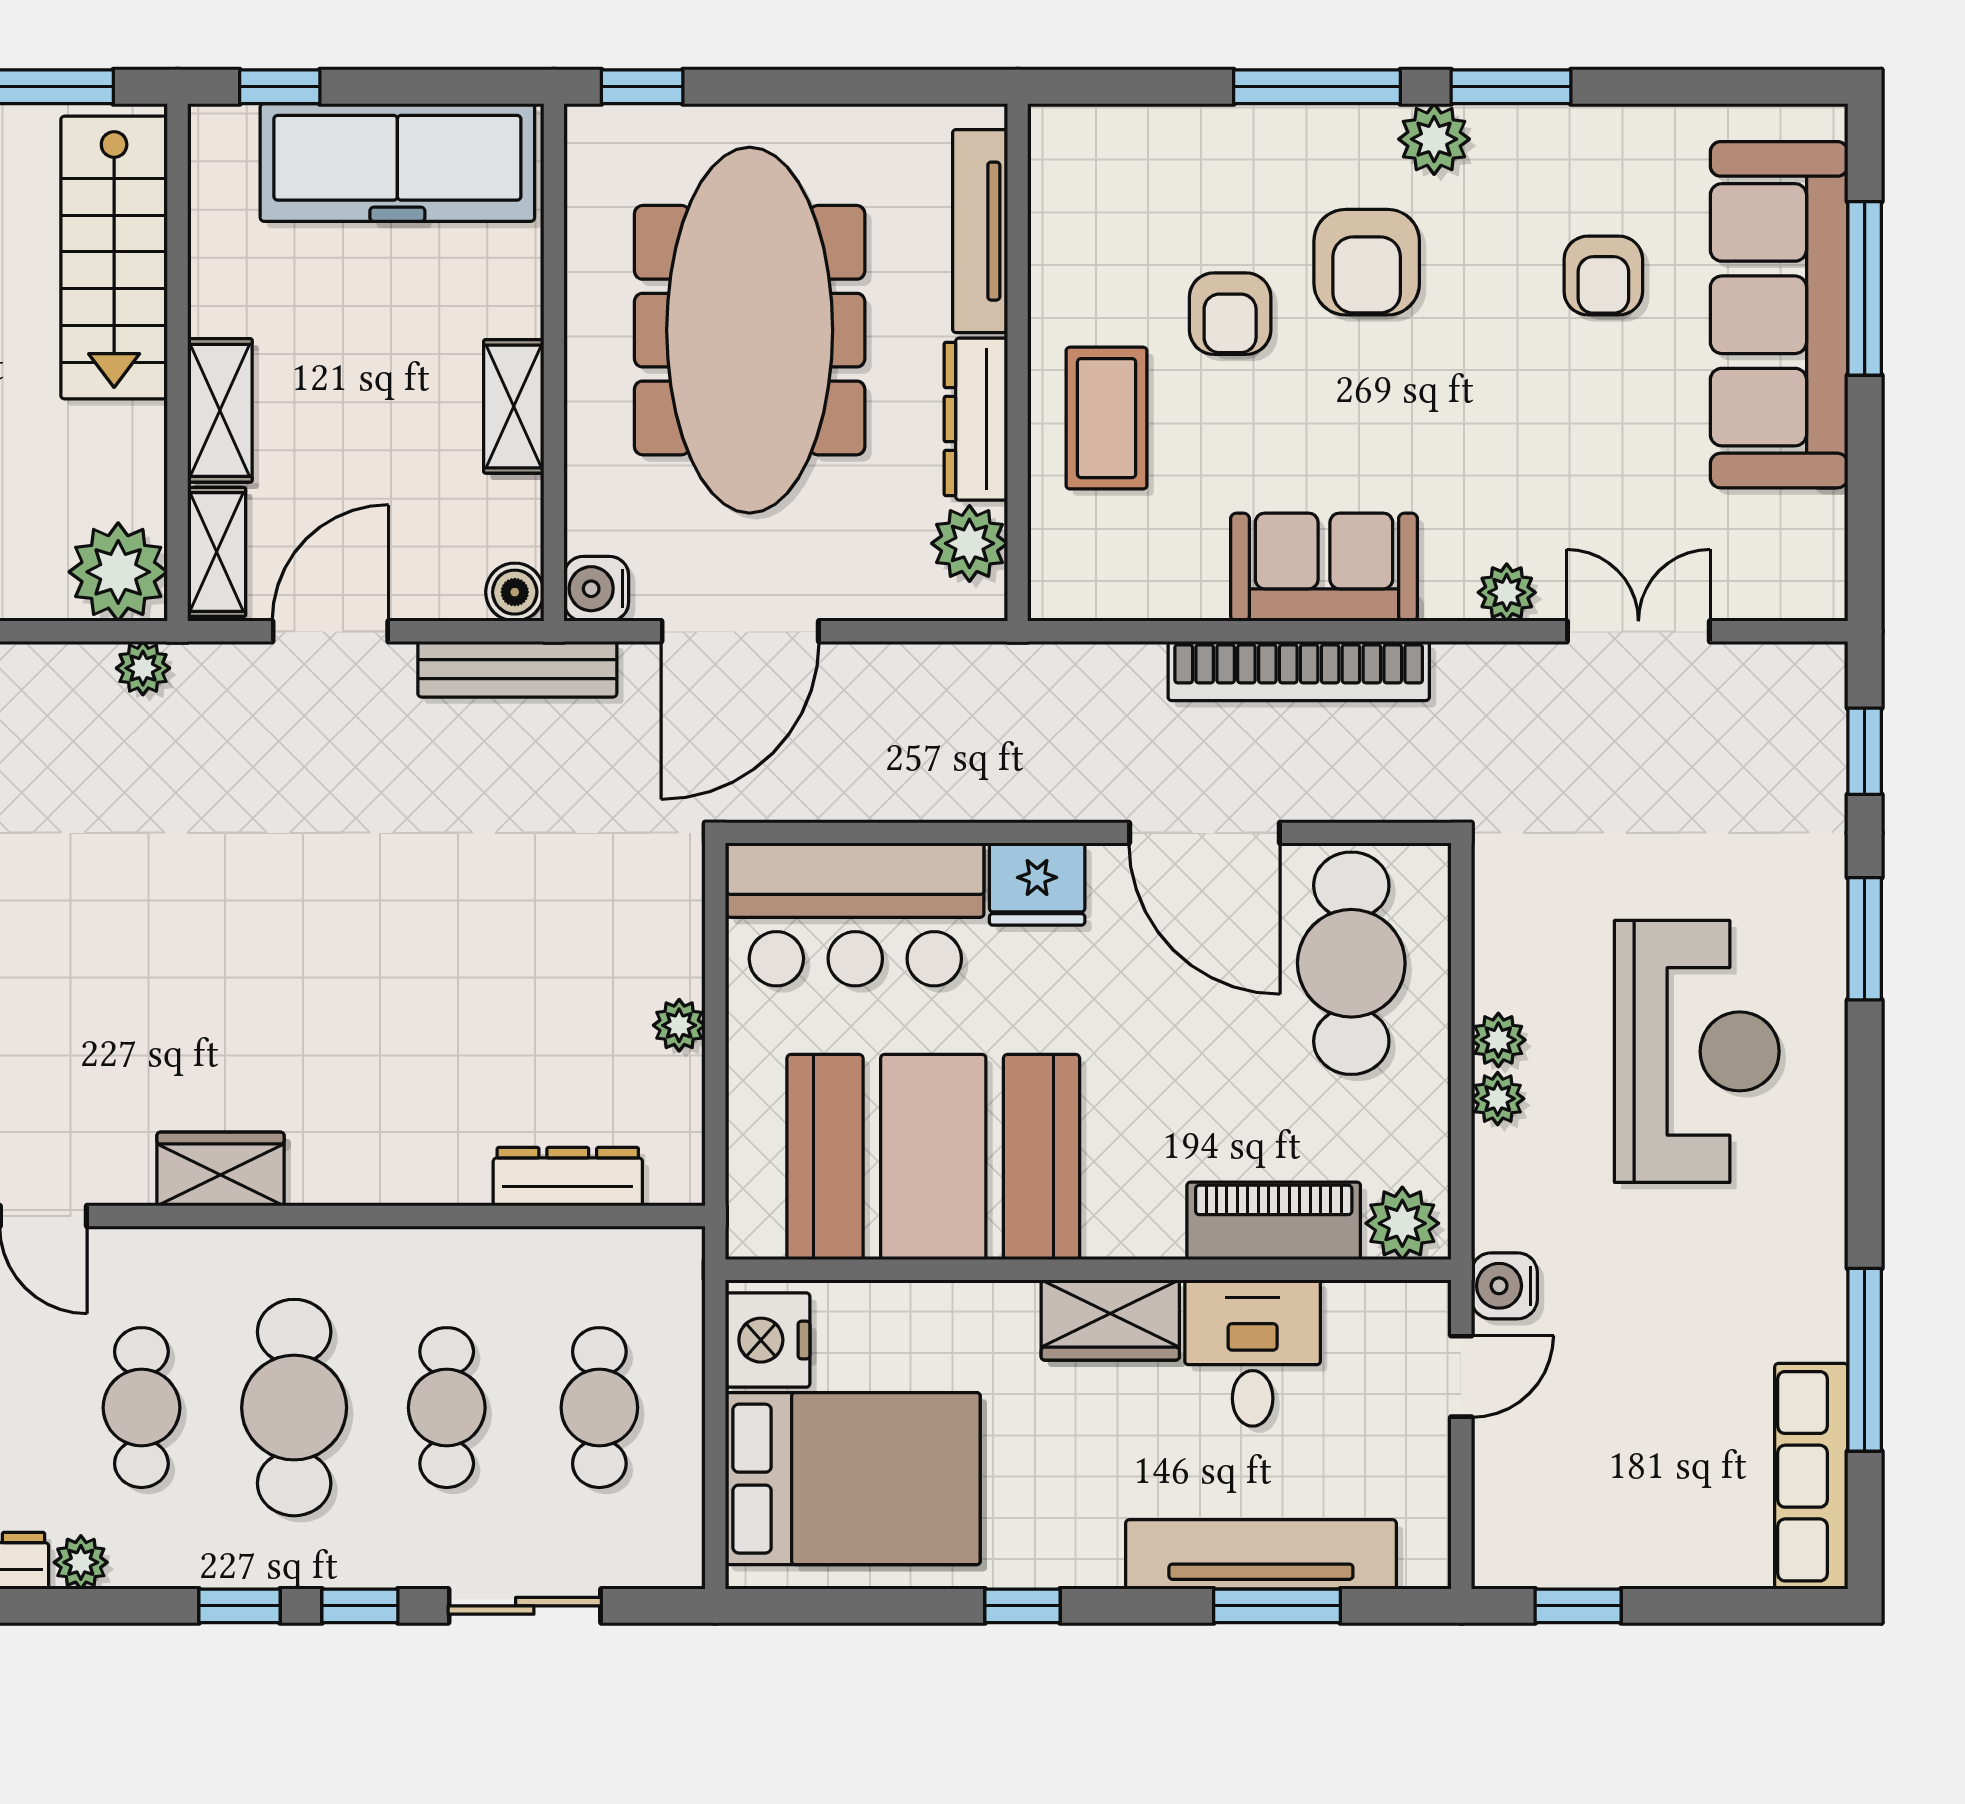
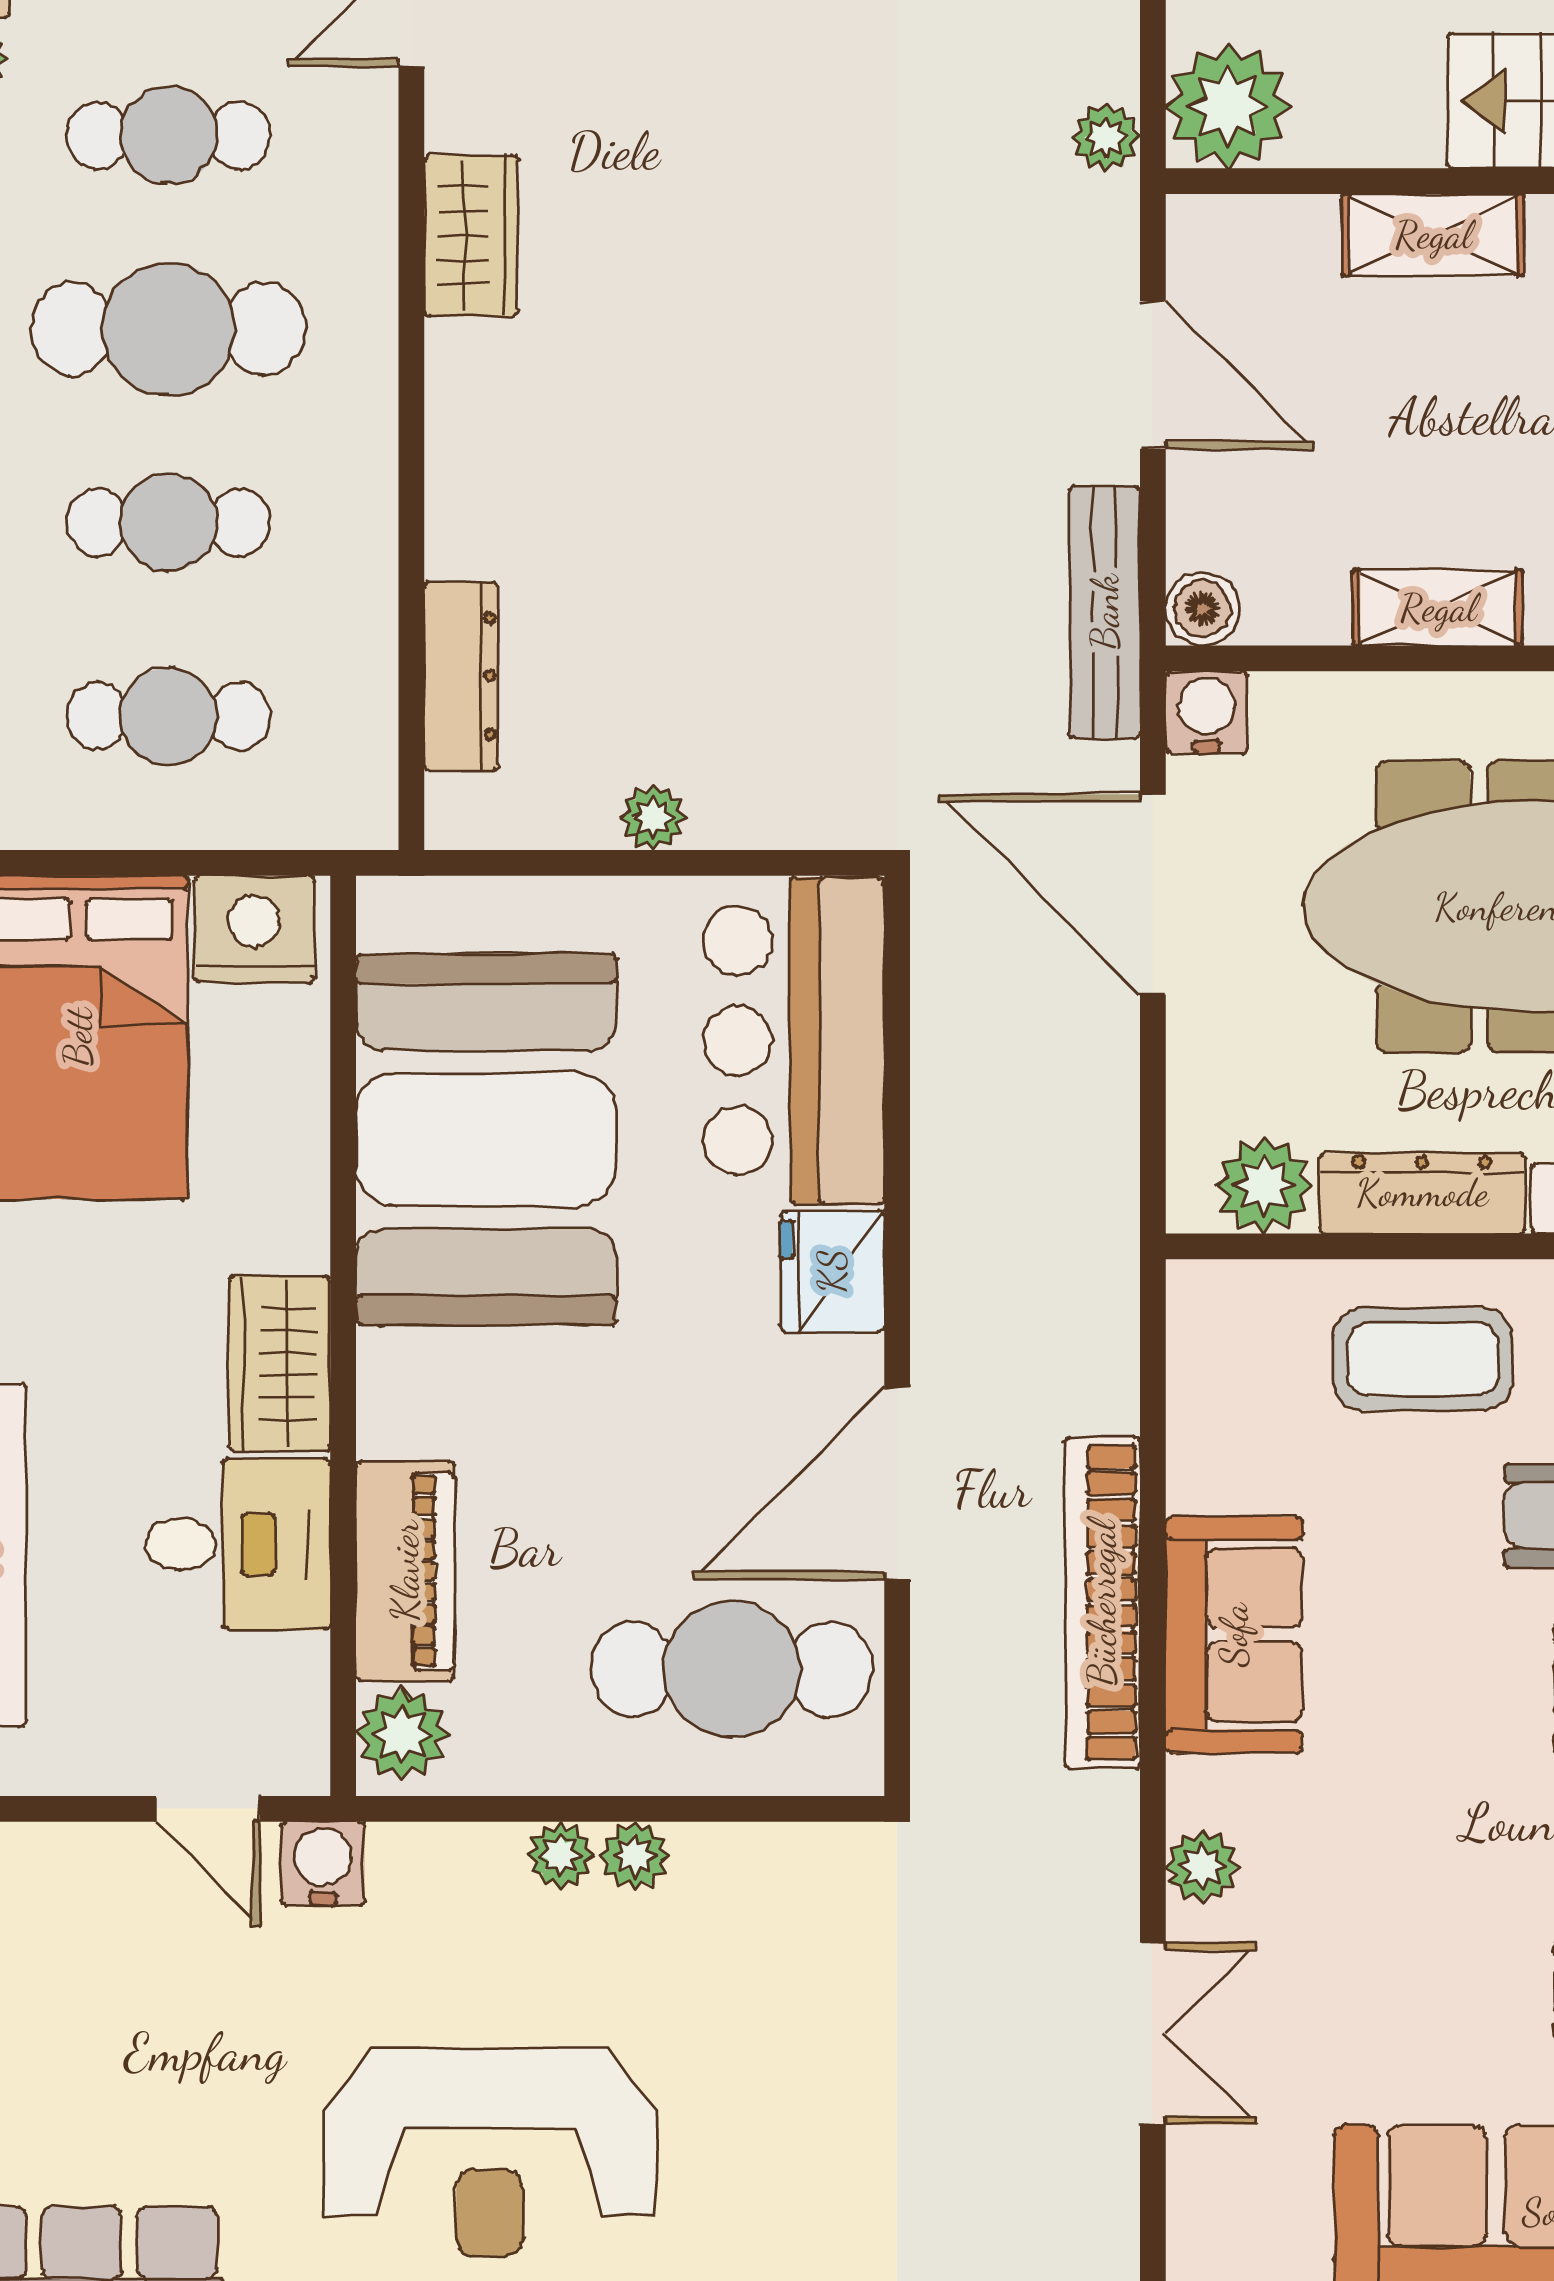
shelving: (217, 552) -> (1253, 231), removed
reception desk: (1697, 1051) -> (490, 2152), moved

